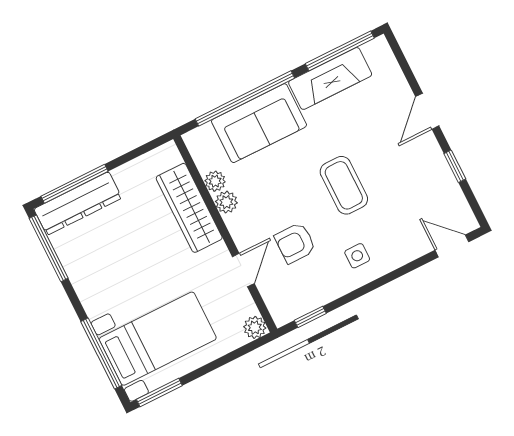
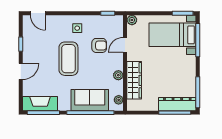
fireplace: (330, 78) -> (40, 104), moved
plant: (215, 181) -> (119, 100), moved
coffee table: (344, 185) -> (68, 59), width x1.36, depth x1.32

